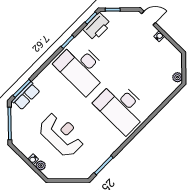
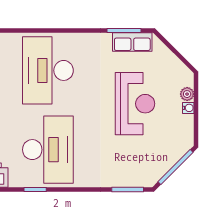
row of seats: (26, 96) -> (132, 42), moved, turned 180
desk: (121, 107) -> (48, 70), turned 180
reception desk: (62, 135) -> (135, 104), turned 180

